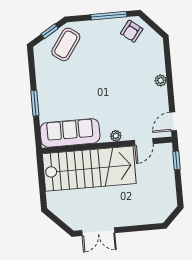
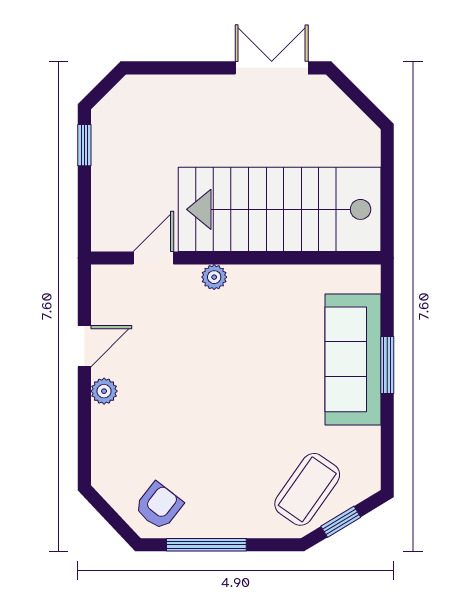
door: (173, 121) -> (84, 346), moved
sofa: (70, 133) -> (353, 359), moved, turned 90
window: (177, 160) -> (84, 145), moved

